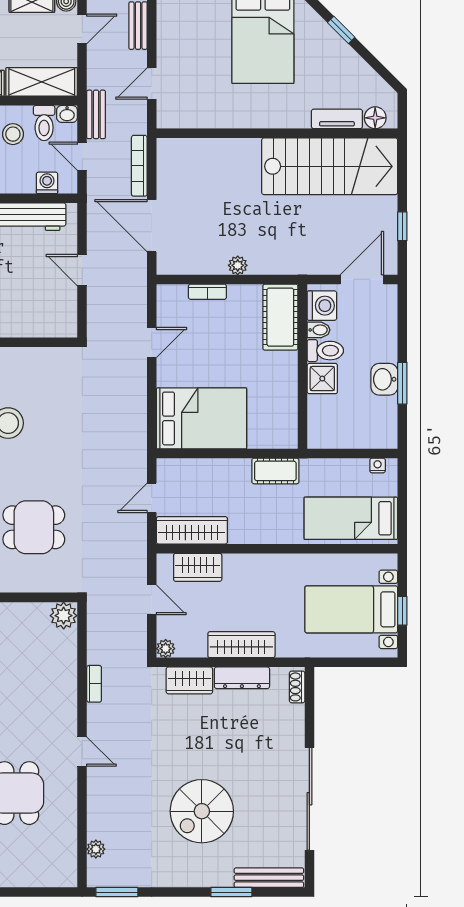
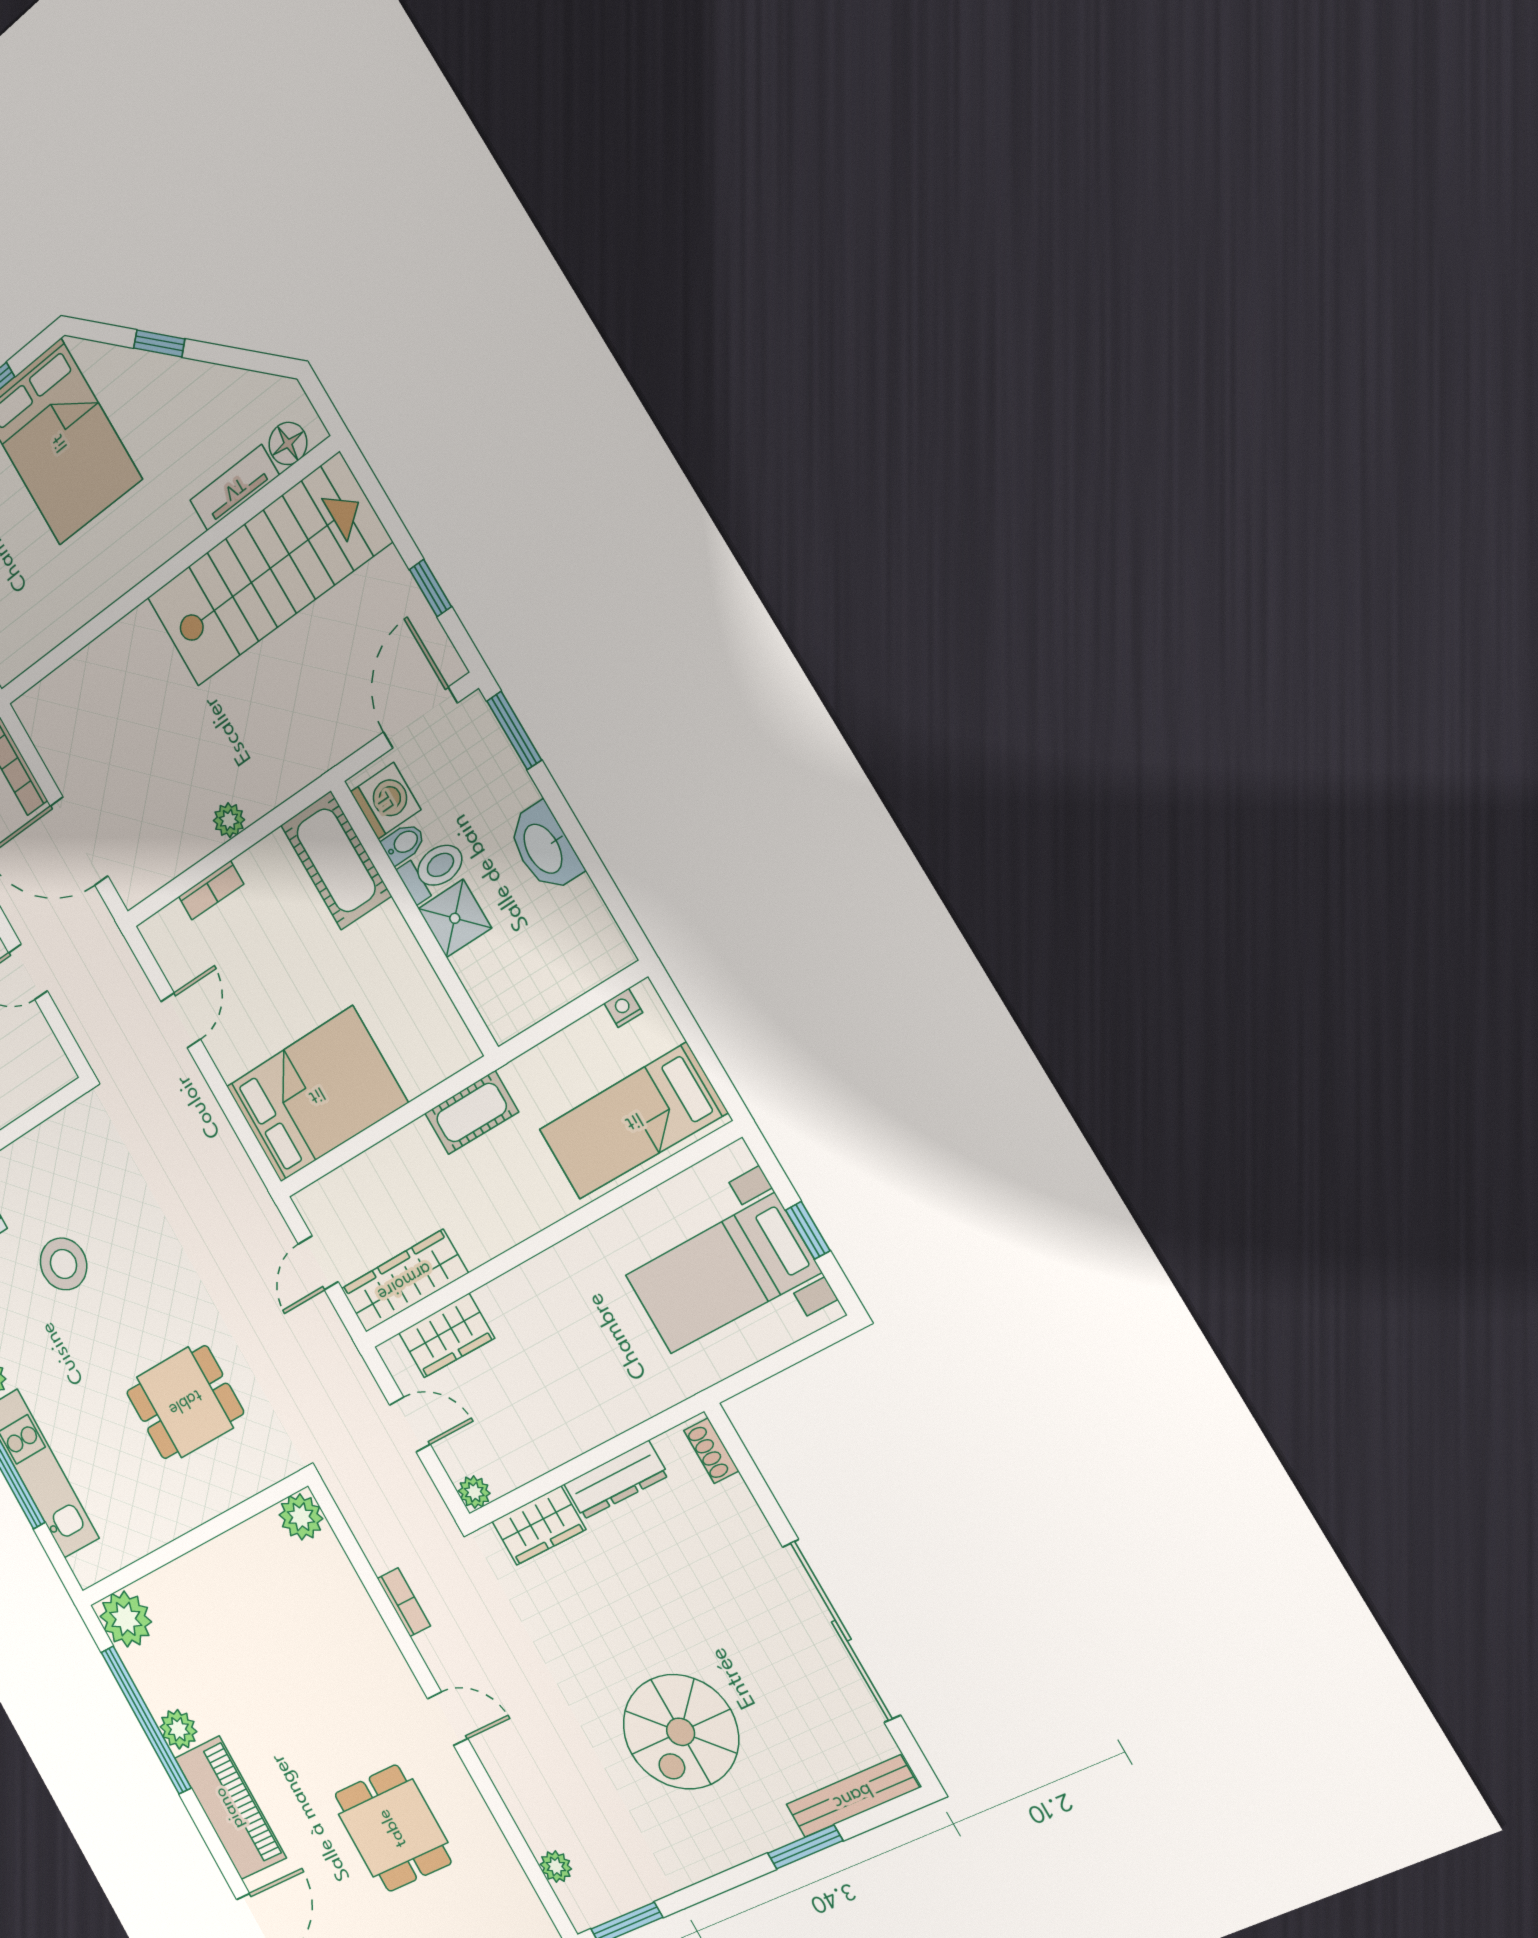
washbasin: (384, 379) -> (544, 848), width x1.38
window: (402, 383) -> (514, 730), moved
wardrobe: (241, 645) -> (584, 1426), removed

